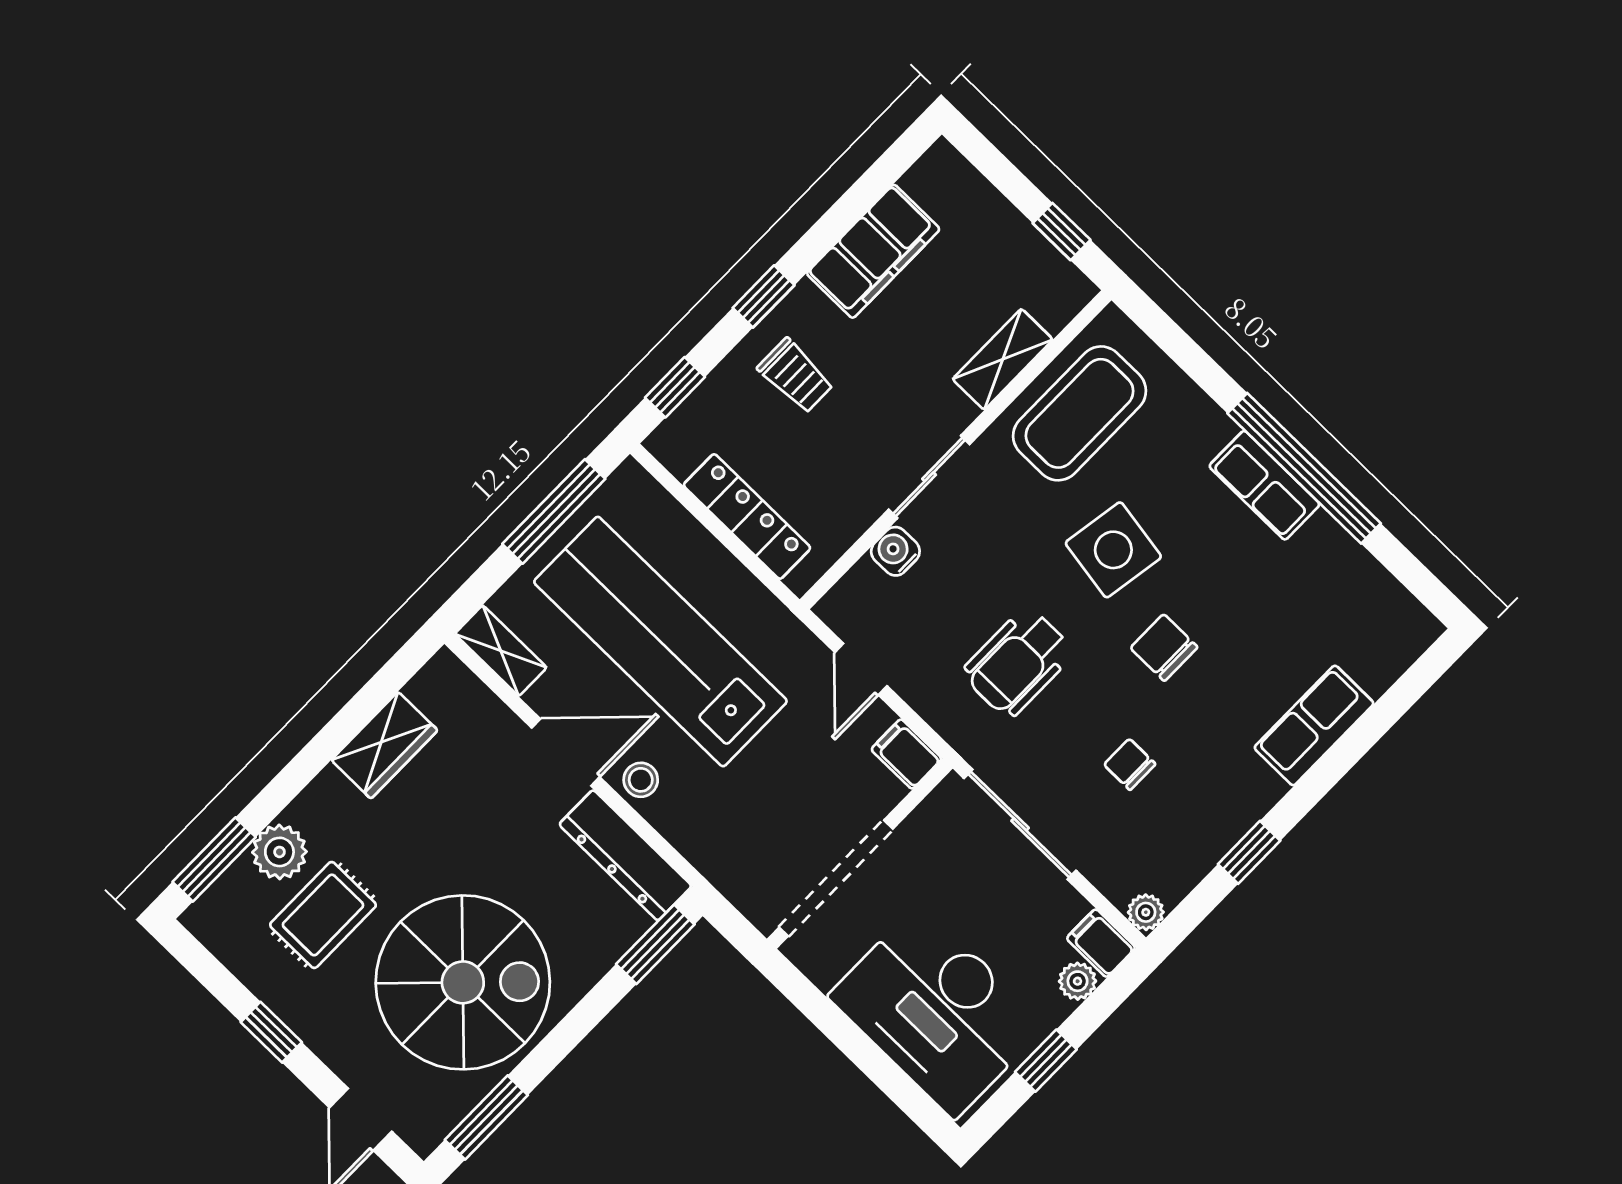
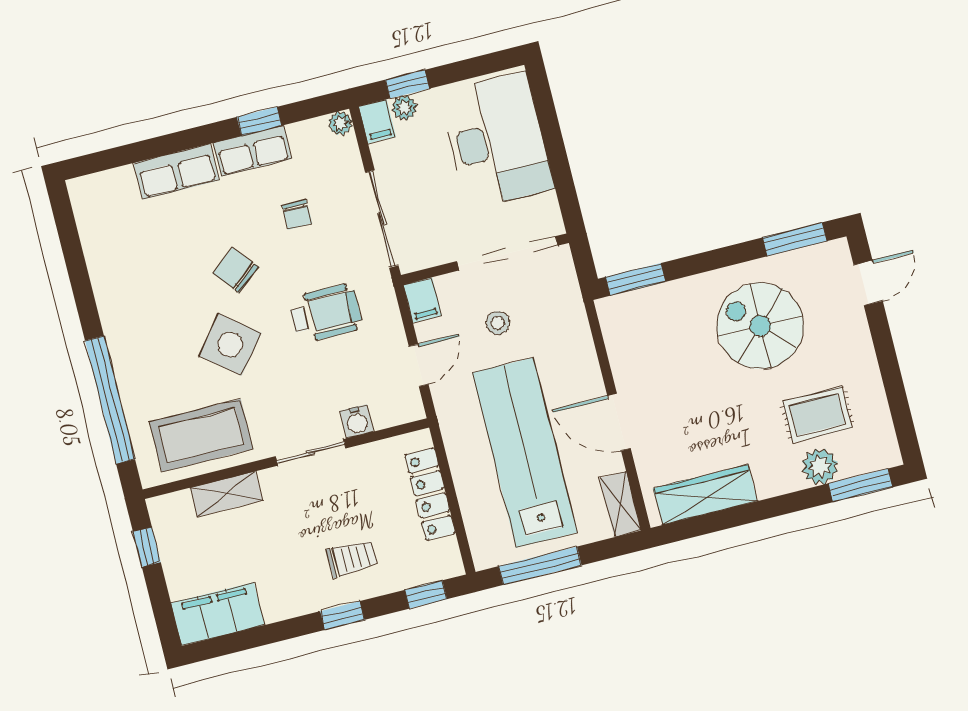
filing cabinet: (873, 251) -> (218, 614), moved
trolley: (796, 376) -> (352, 558), turned 90
window: (1304, 468) -> (110, 400), moved
row of seats: (1264, 485) -> (252, 151), moved, turned 90
side table: (1113, 550) -> (230, 344), turned 30
lab bench: (660, 642) -> (525, 453), turned 180
chair: (1164, 648) -> (236, 270), turned 141
wardrobe: (384, 745) -> (705, 495), width x1.50
stool: (641, 780) -> (498, 323), moved
dresser: (625, 855) -> (621, 341), removed
spiral stairs: (463, 982) -> (760, 326), width x0.73, depth x0.73
window: (271, 1032) -> (889, 365), removed
window: (1046, 1061) -> (407, 84), moved

